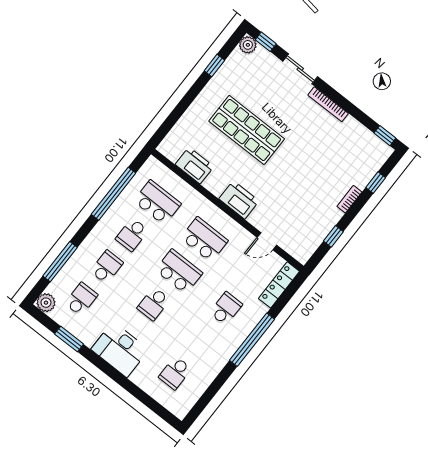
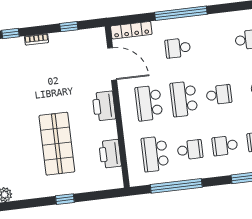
window: (214, 65) -> (65, 199), moved
door: (267, 241) -> (112, 64), width x1.87

